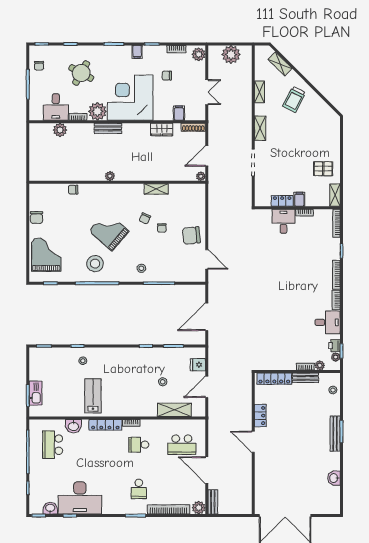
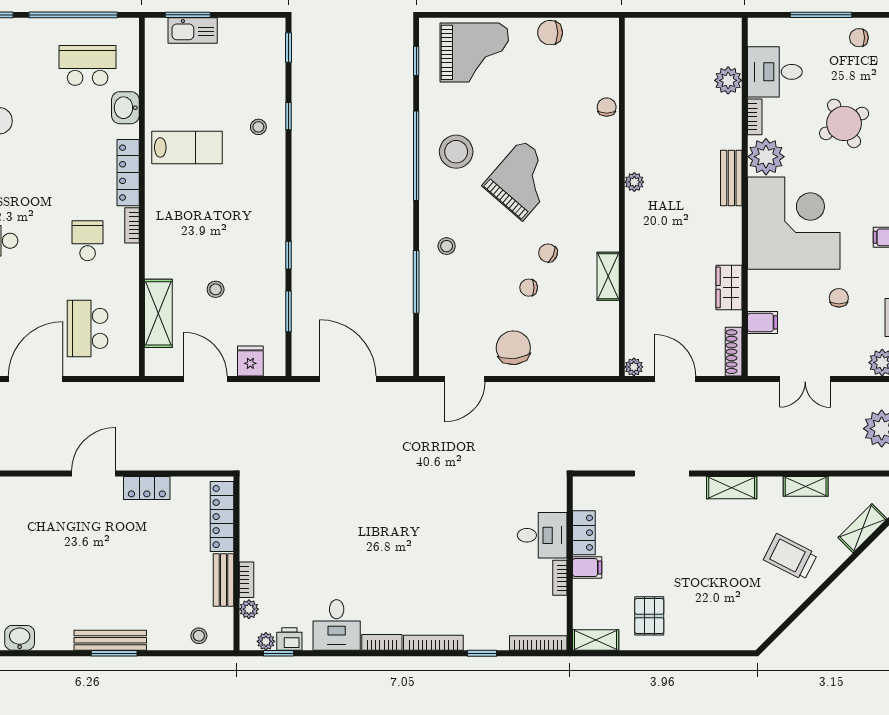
round table: (81, 73) -> (844, 123), turned 32

